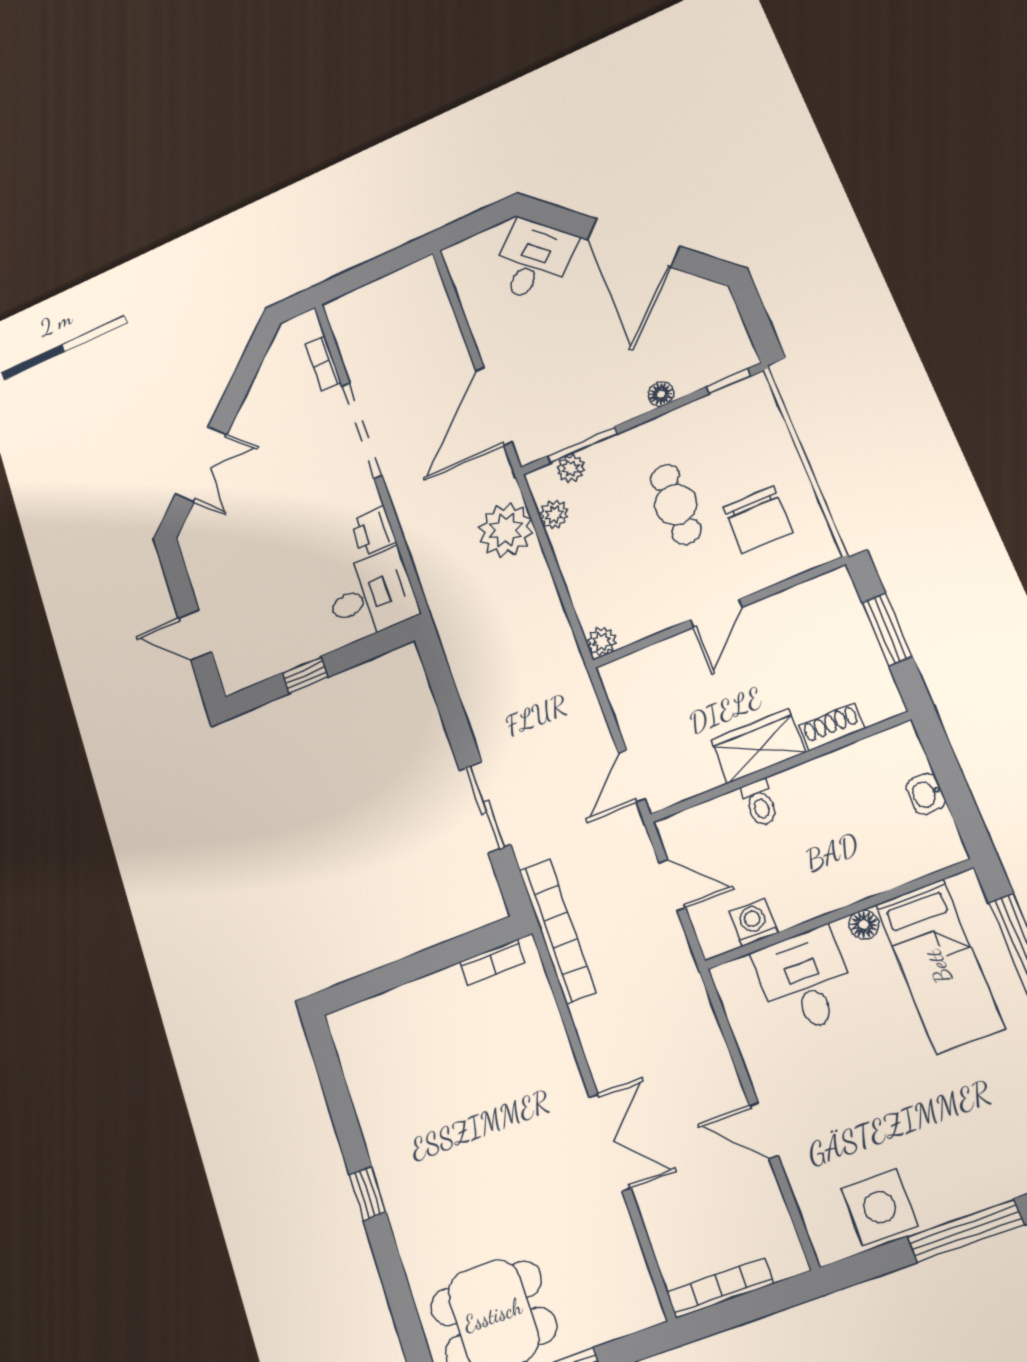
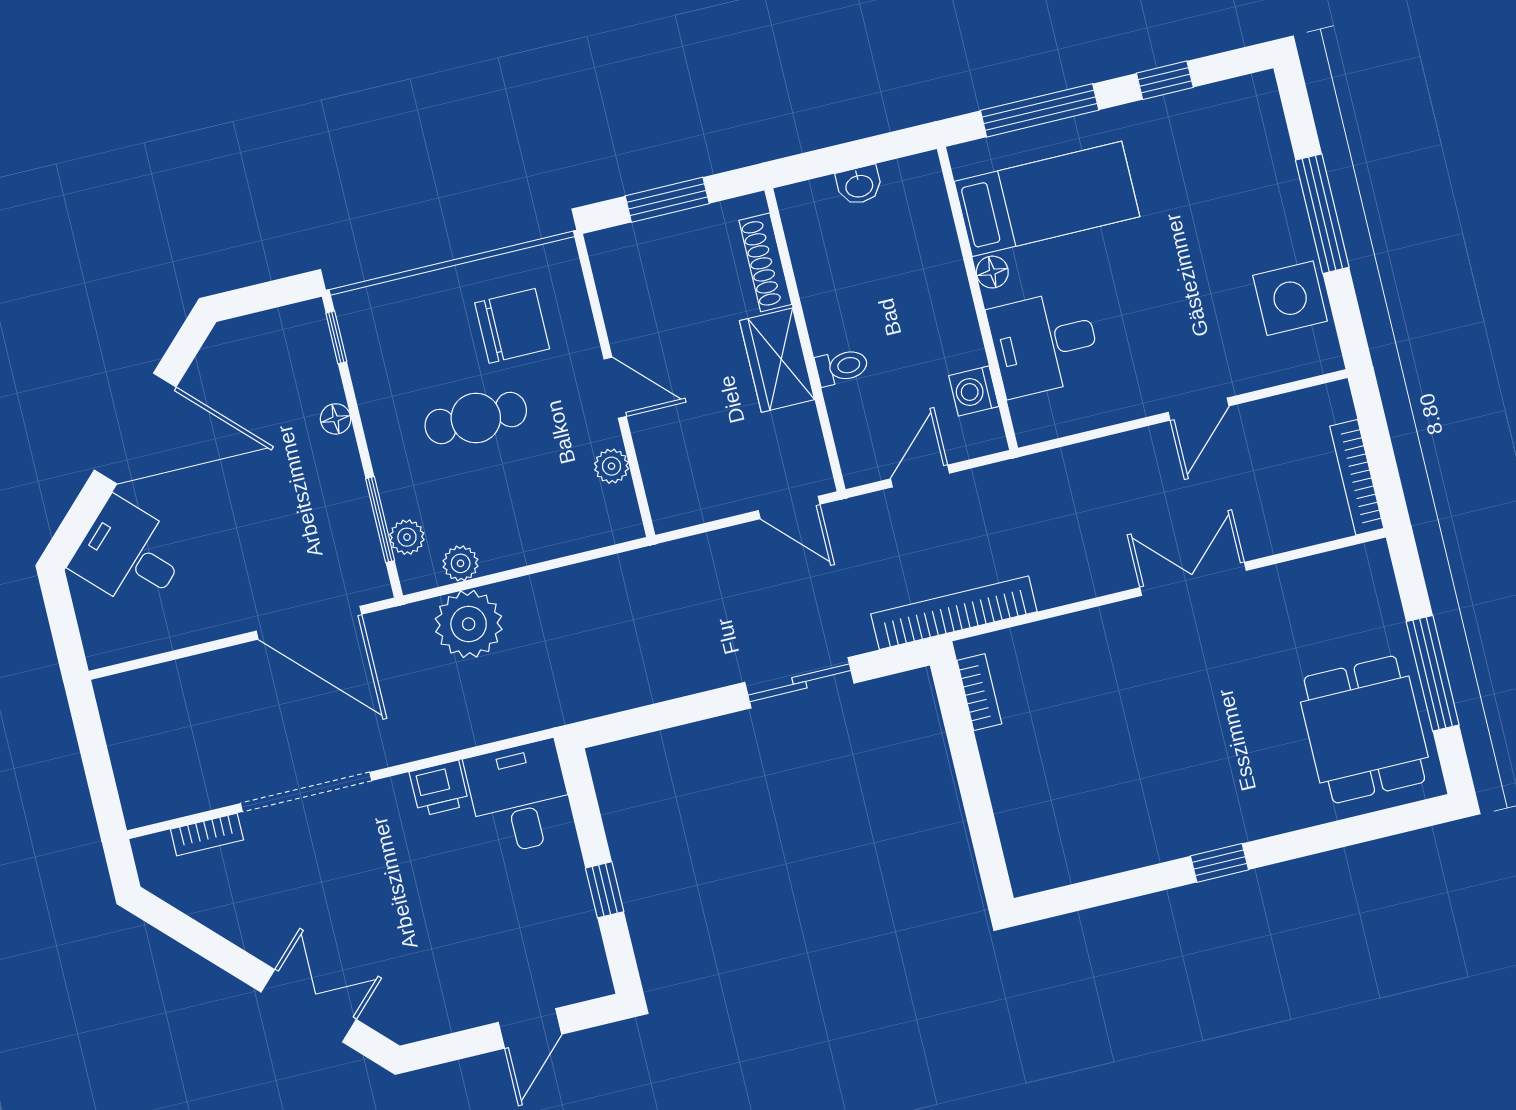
plant: (601, 642) -> (612, 466), moved
shoe rack: (832, 727) -> (765, 262), width x1.43

